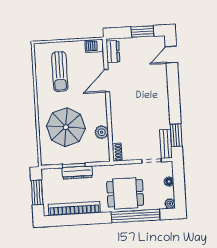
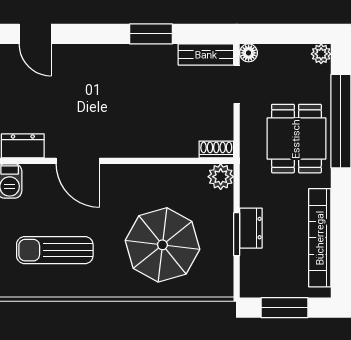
sun lounger: (60, 72) -> (55, 250), turned 180
plant: (102, 132) -> (221, 177), moved
window: (176, 135) -> (151, 34), moved
dresser: (77, 172) -> (251, 228), width x0.70
floor lamp: (169, 182) -> (249, 53), moved

